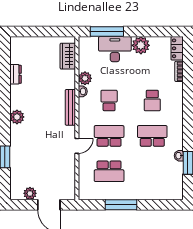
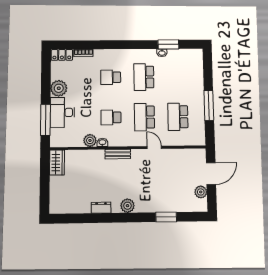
wardrobe: (68, 56) -> (57, 163), moved, turned -90
dresser: (15, 74) -> (101, 208), moved
school desk: (152, 100) -> (111, 77), turned 180
bench: (70, 107) -> (118, 154), width x0.73
school desk: (109, 171) -> (178, 117), turned 180

